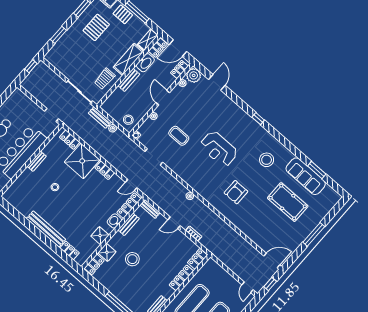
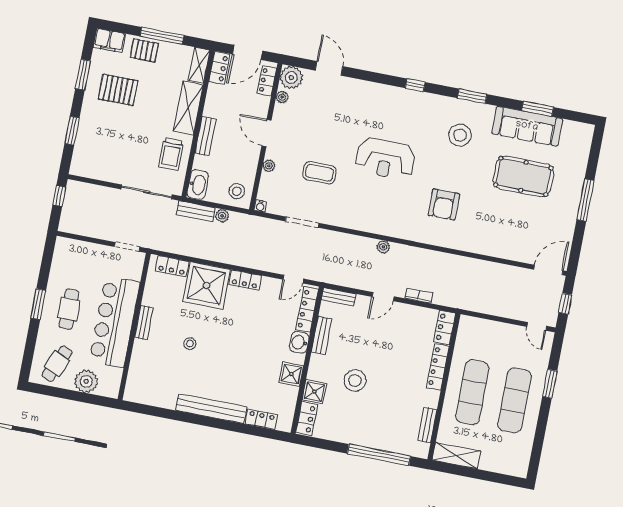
pallet: (96, 27) -> (118, 90), turned 90
washbasin: (145, 63) -> (198, 185), moved
window: (285, 143) -> (472, 96), added

